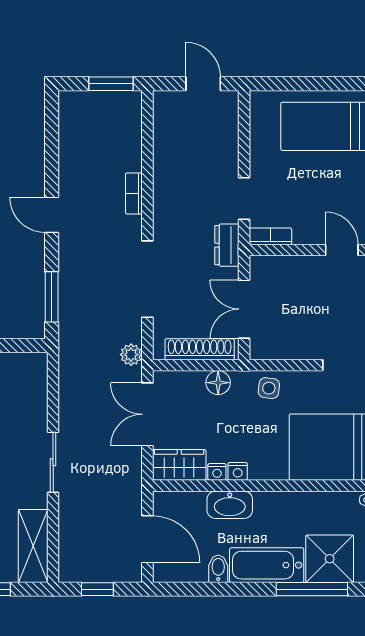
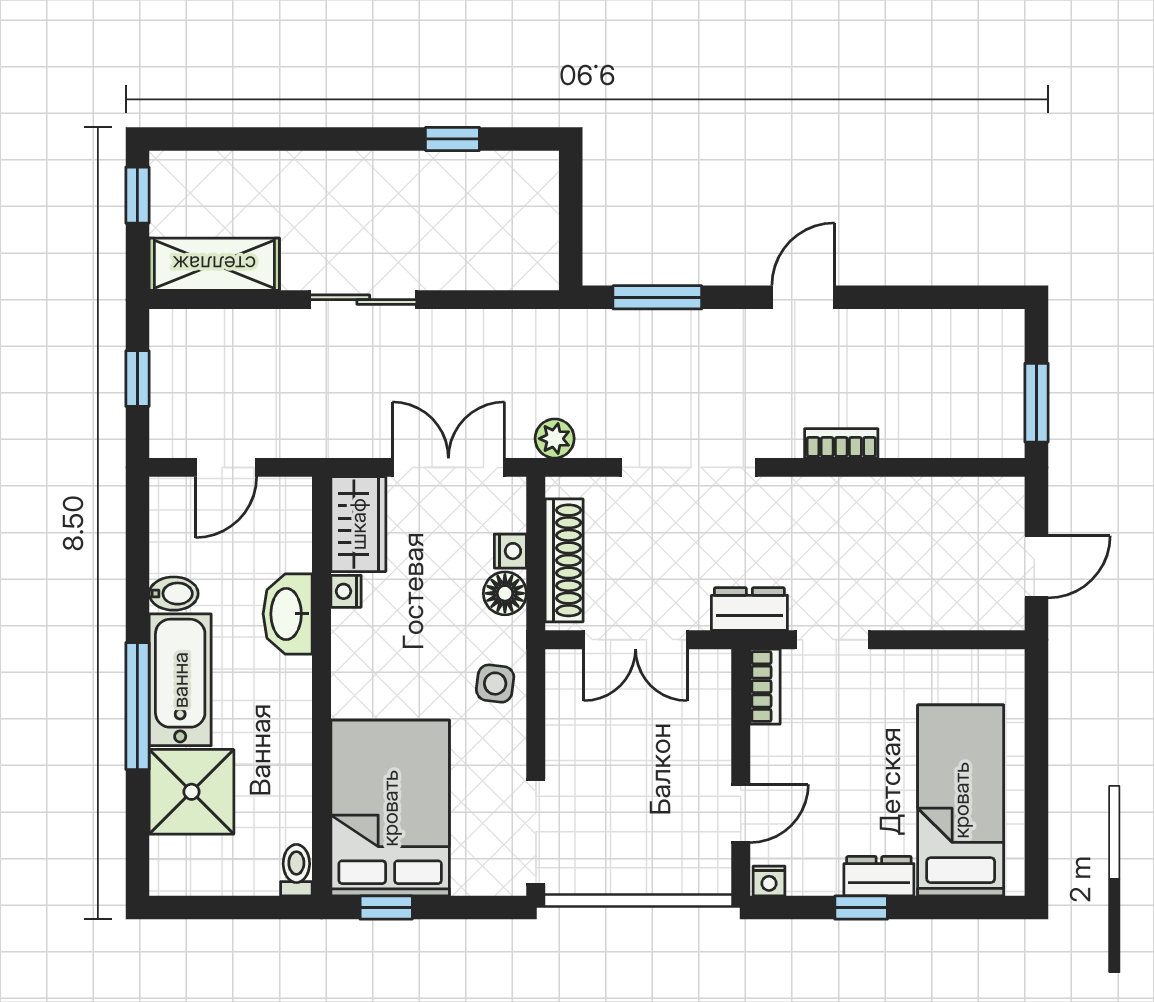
double door: (244, 309) -> (636, 640), swing flipped
nightstand: (238, 471) -> (510, 551), moved, turned 180
door: (147, 539) -> (226, 467), width x0.73
window: (312, 589) -> (137, 706), moved

